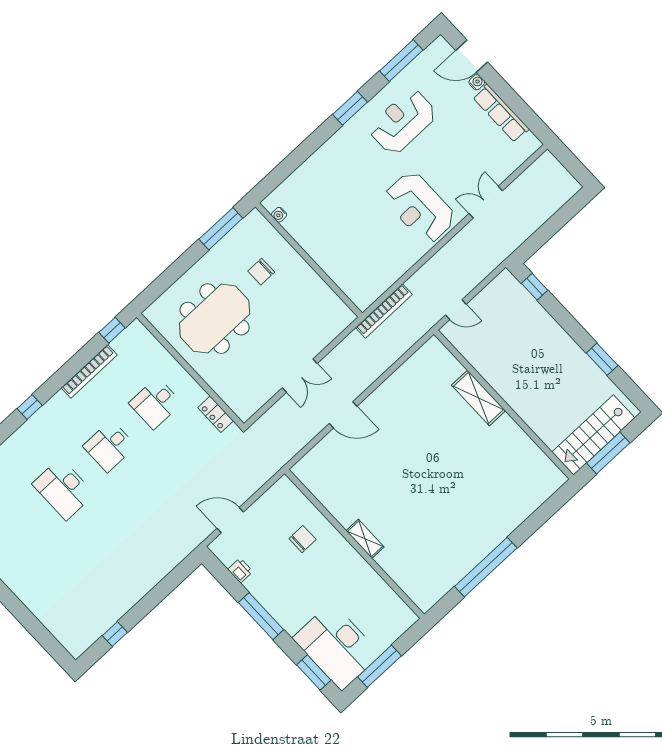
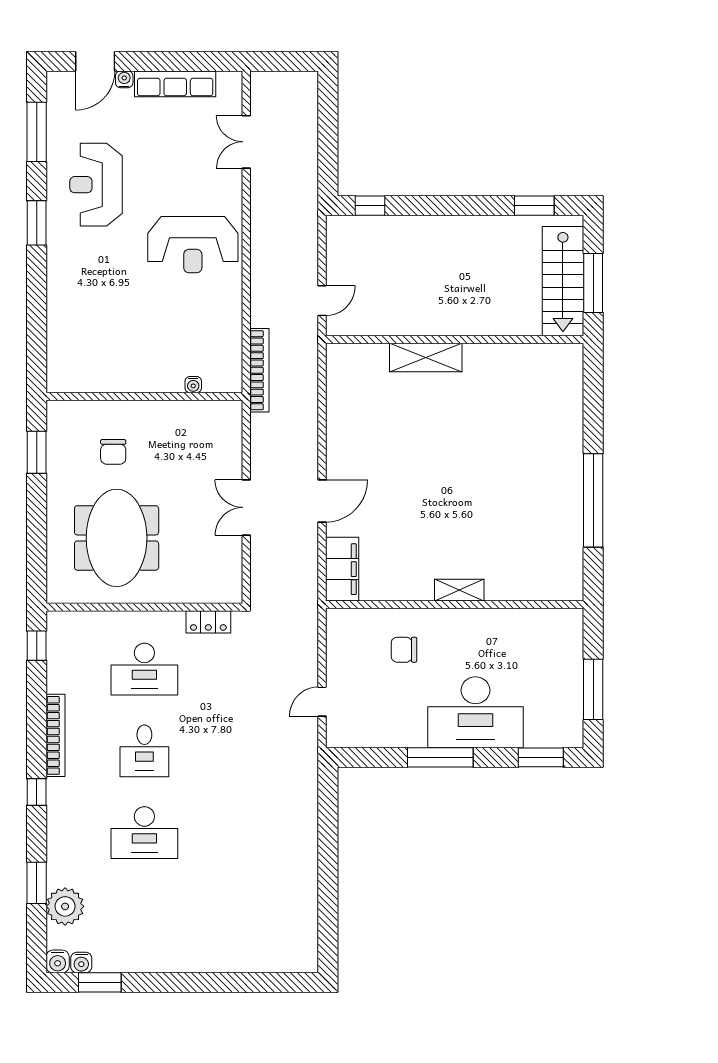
double door: (486, 202) -> (246, 142), moved
water cooler: (279, 215) -> (193, 385), moved
window: (221, 229) -> (37, 452), width x0.69
window: (602, 359) -> (534, 206), moved
bookcase: (89, 371) -> (55, 735), moved
double door: (300, 376) -> (246, 507), swing flipped
desk: (155, 403) -> (144, 669), width x1.37
filing cabinet: (315, 462) -> (342, 569), added
door: (230, 520) -> (322, 702), width x0.73
chair: (303, 539) -> (404, 650), turned -90
printer: (240, 570) -> (379, 737), removed
window: (115, 634) -> (328, 912), removed
desk: (337, 646) -> (475, 712), moved

